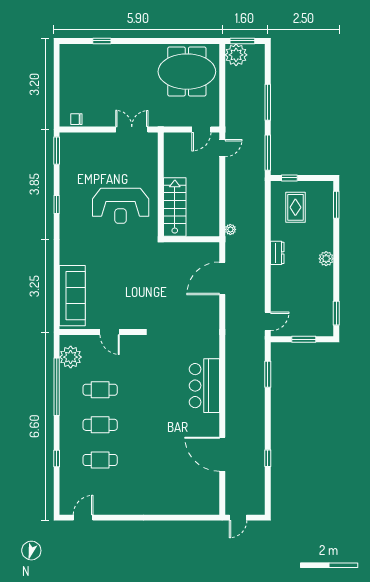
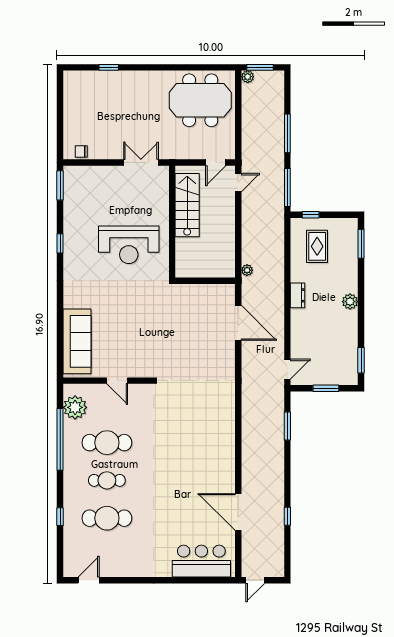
plant: (236, 55) -> (248, 77), width x0.53, depth x0.53
stairs: (175, 207) -> (187, 205), moved
door: (222, 278) -> (238, 323), swing flipped
bar counter: (204, 386) -> (201, 561), moved, turned 90
cafe table: (100, 390) -> (107, 443), width x1.37, depth x1.35
cafe table: (100, 460) -> (107, 518), width x1.37, depth x1.35

